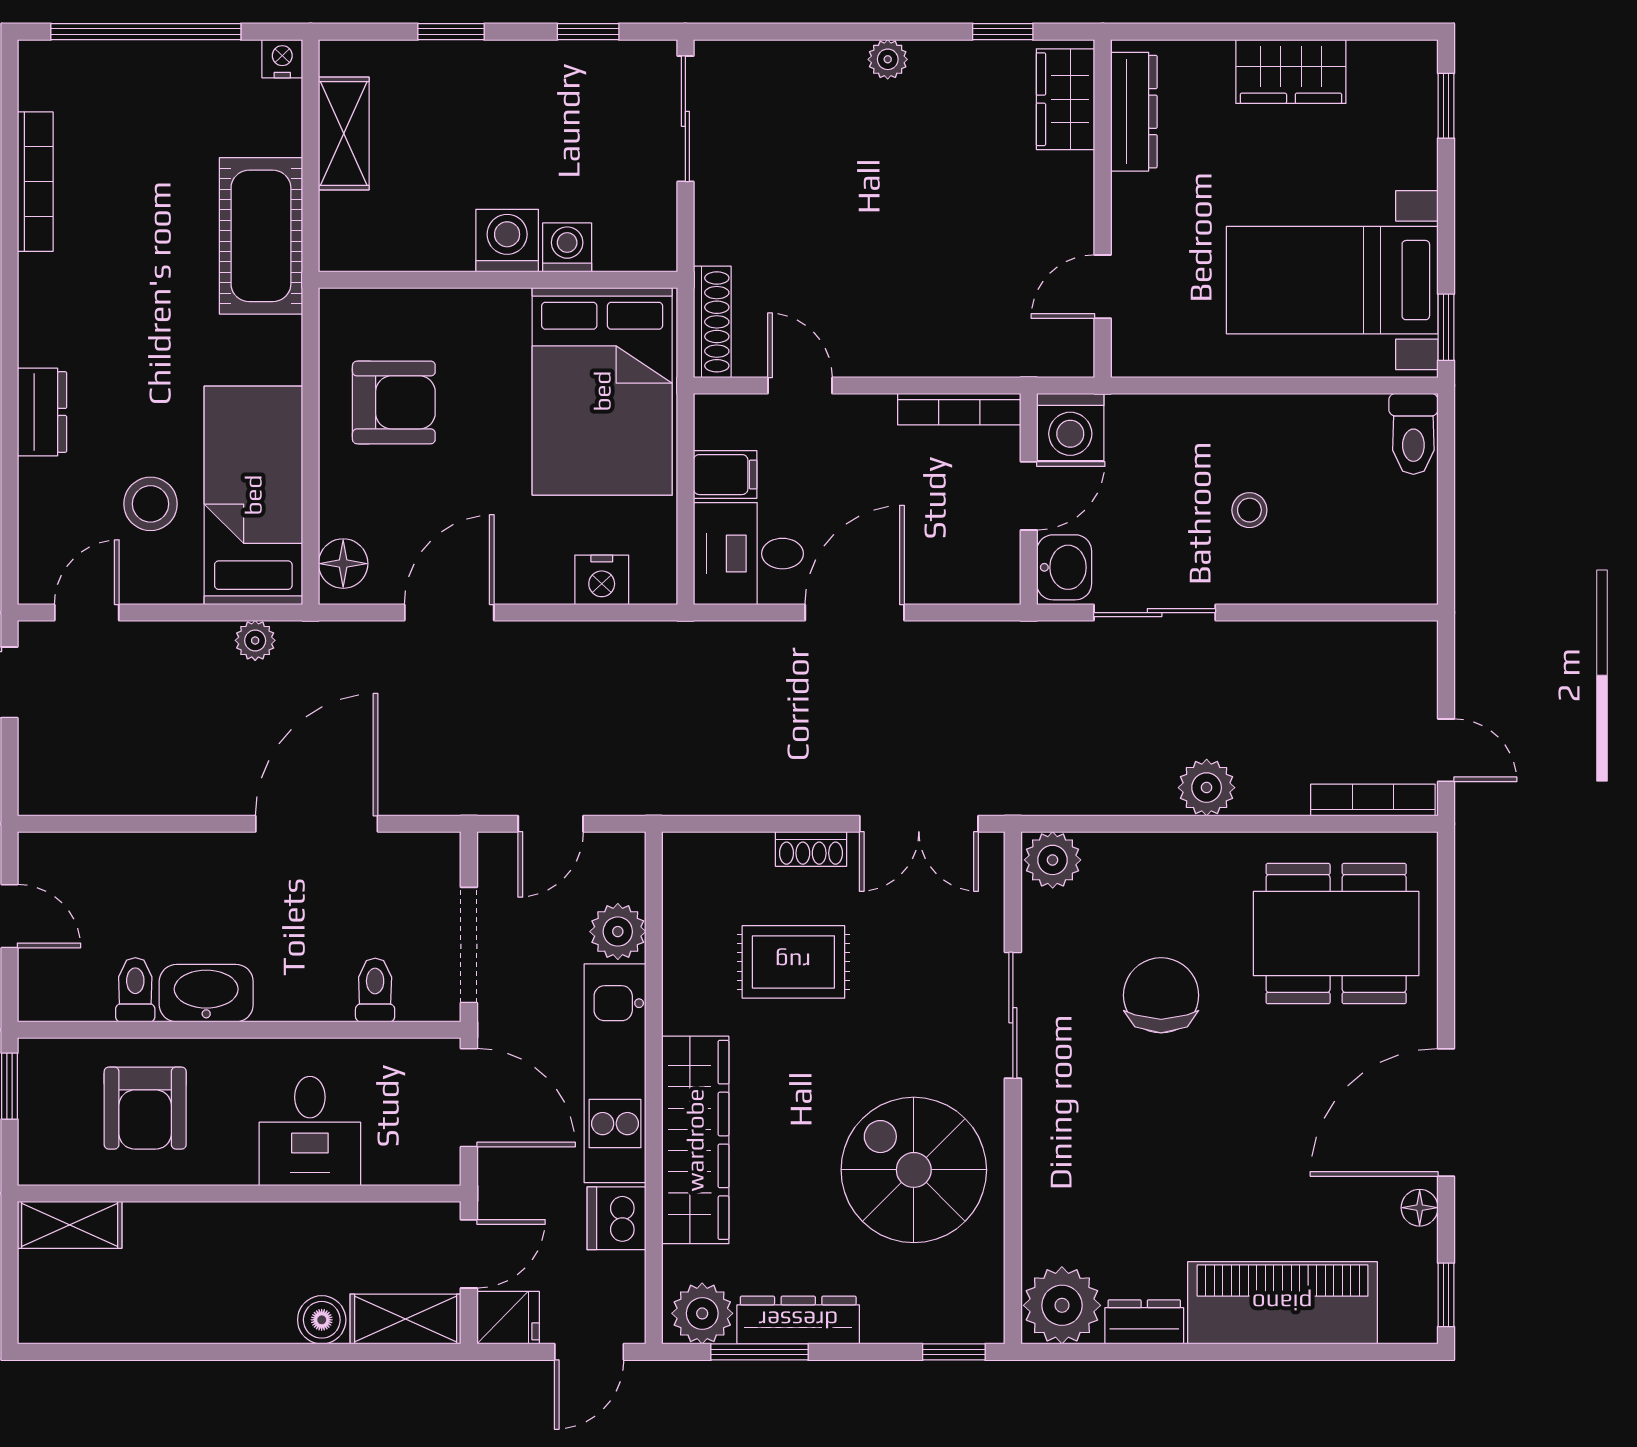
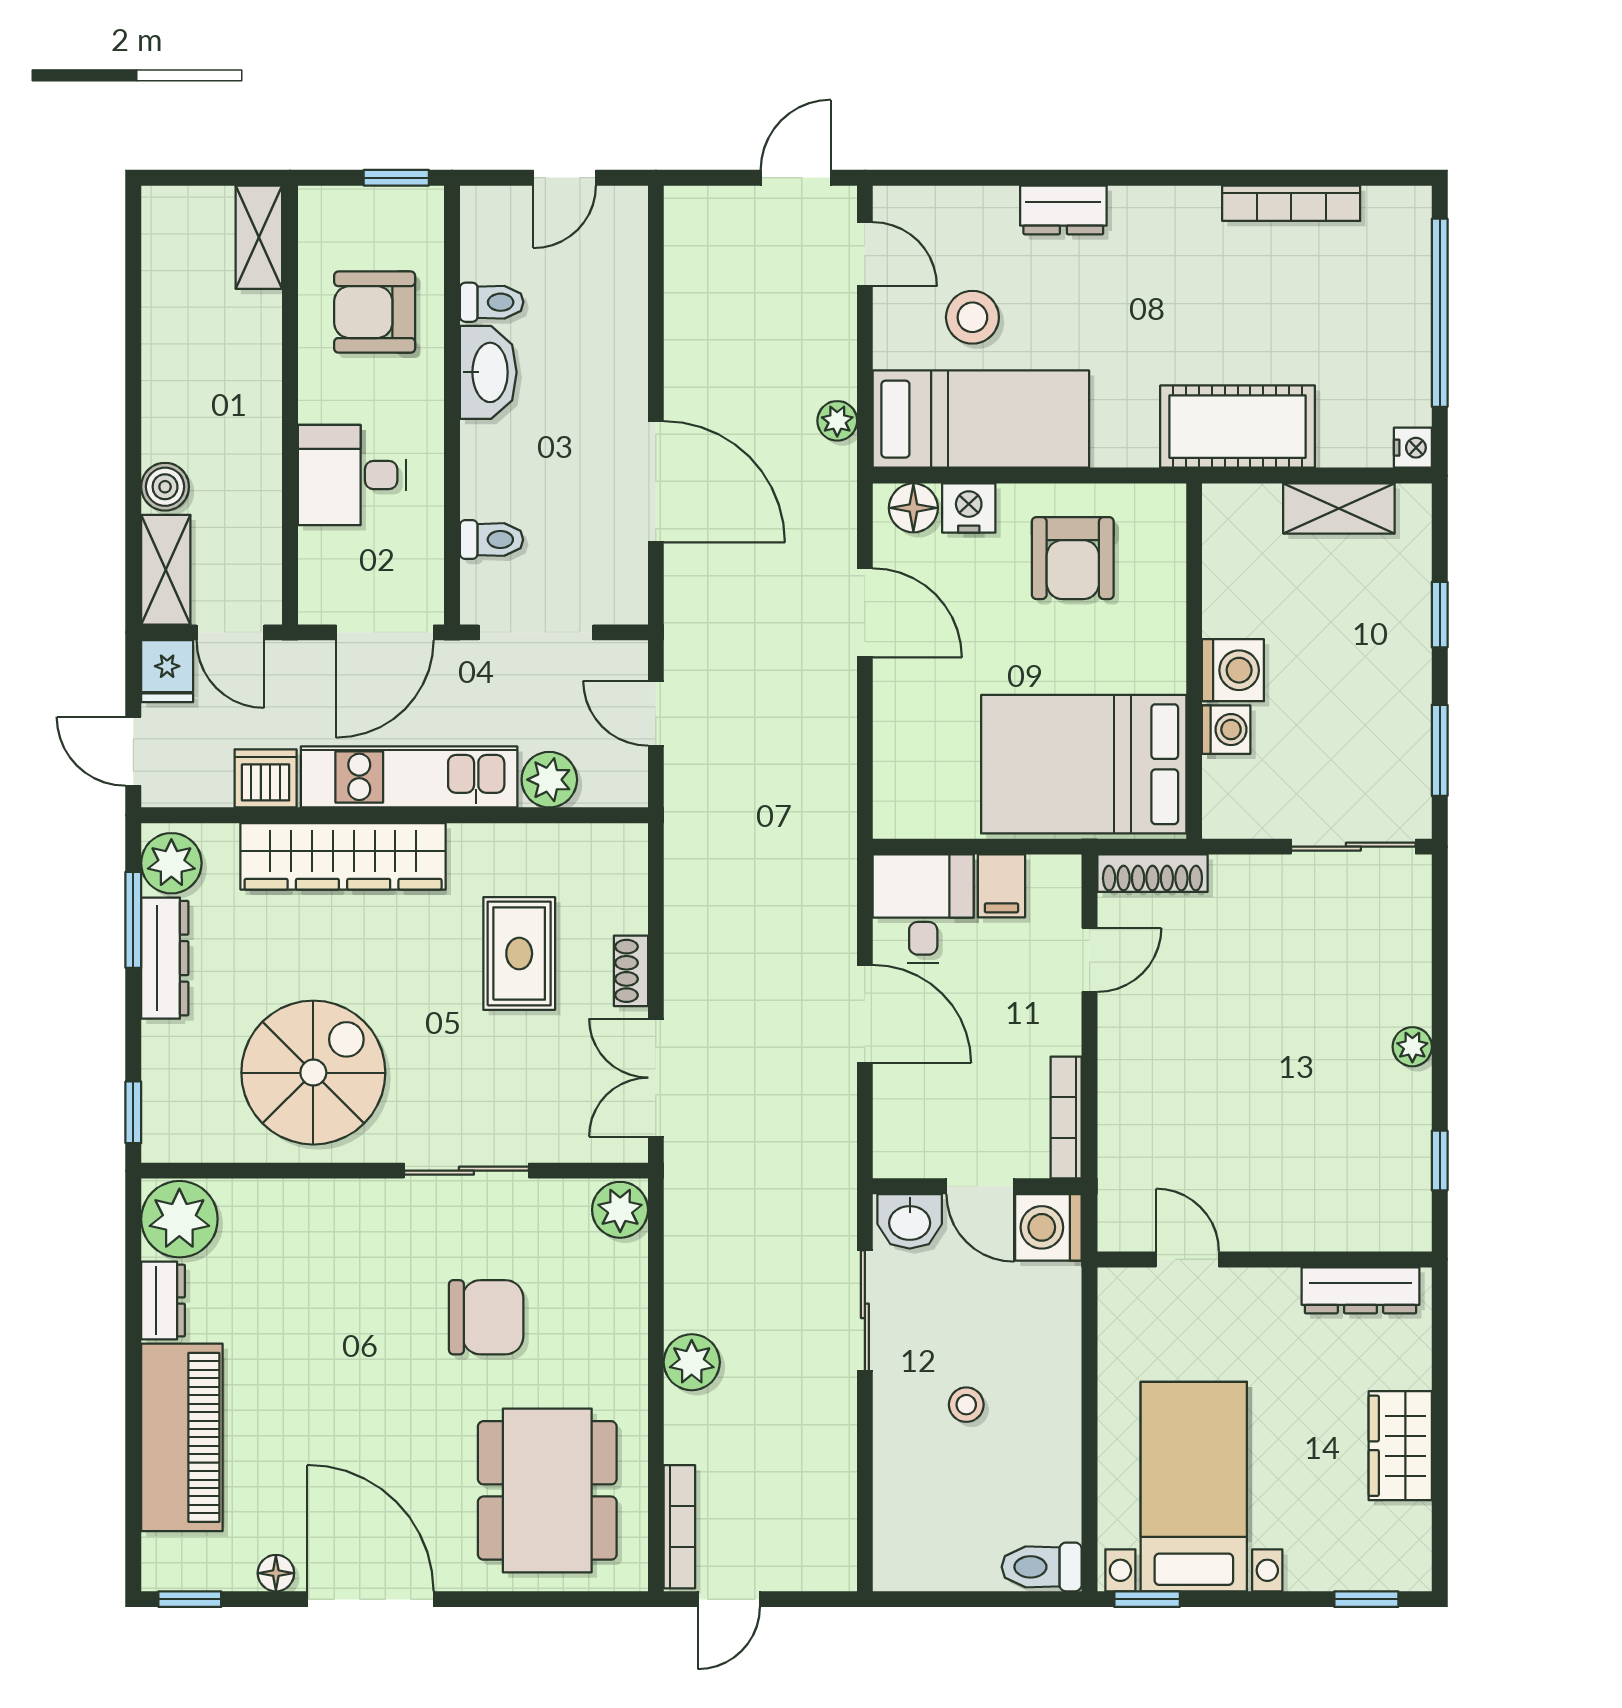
window: (588, 32) -> (1440, 750), width x1.50
wardrobe: (1065, 99) -> (1373, 1223), removed
nightstand: (602, 580) -> (969, 508), moved, turned 90

